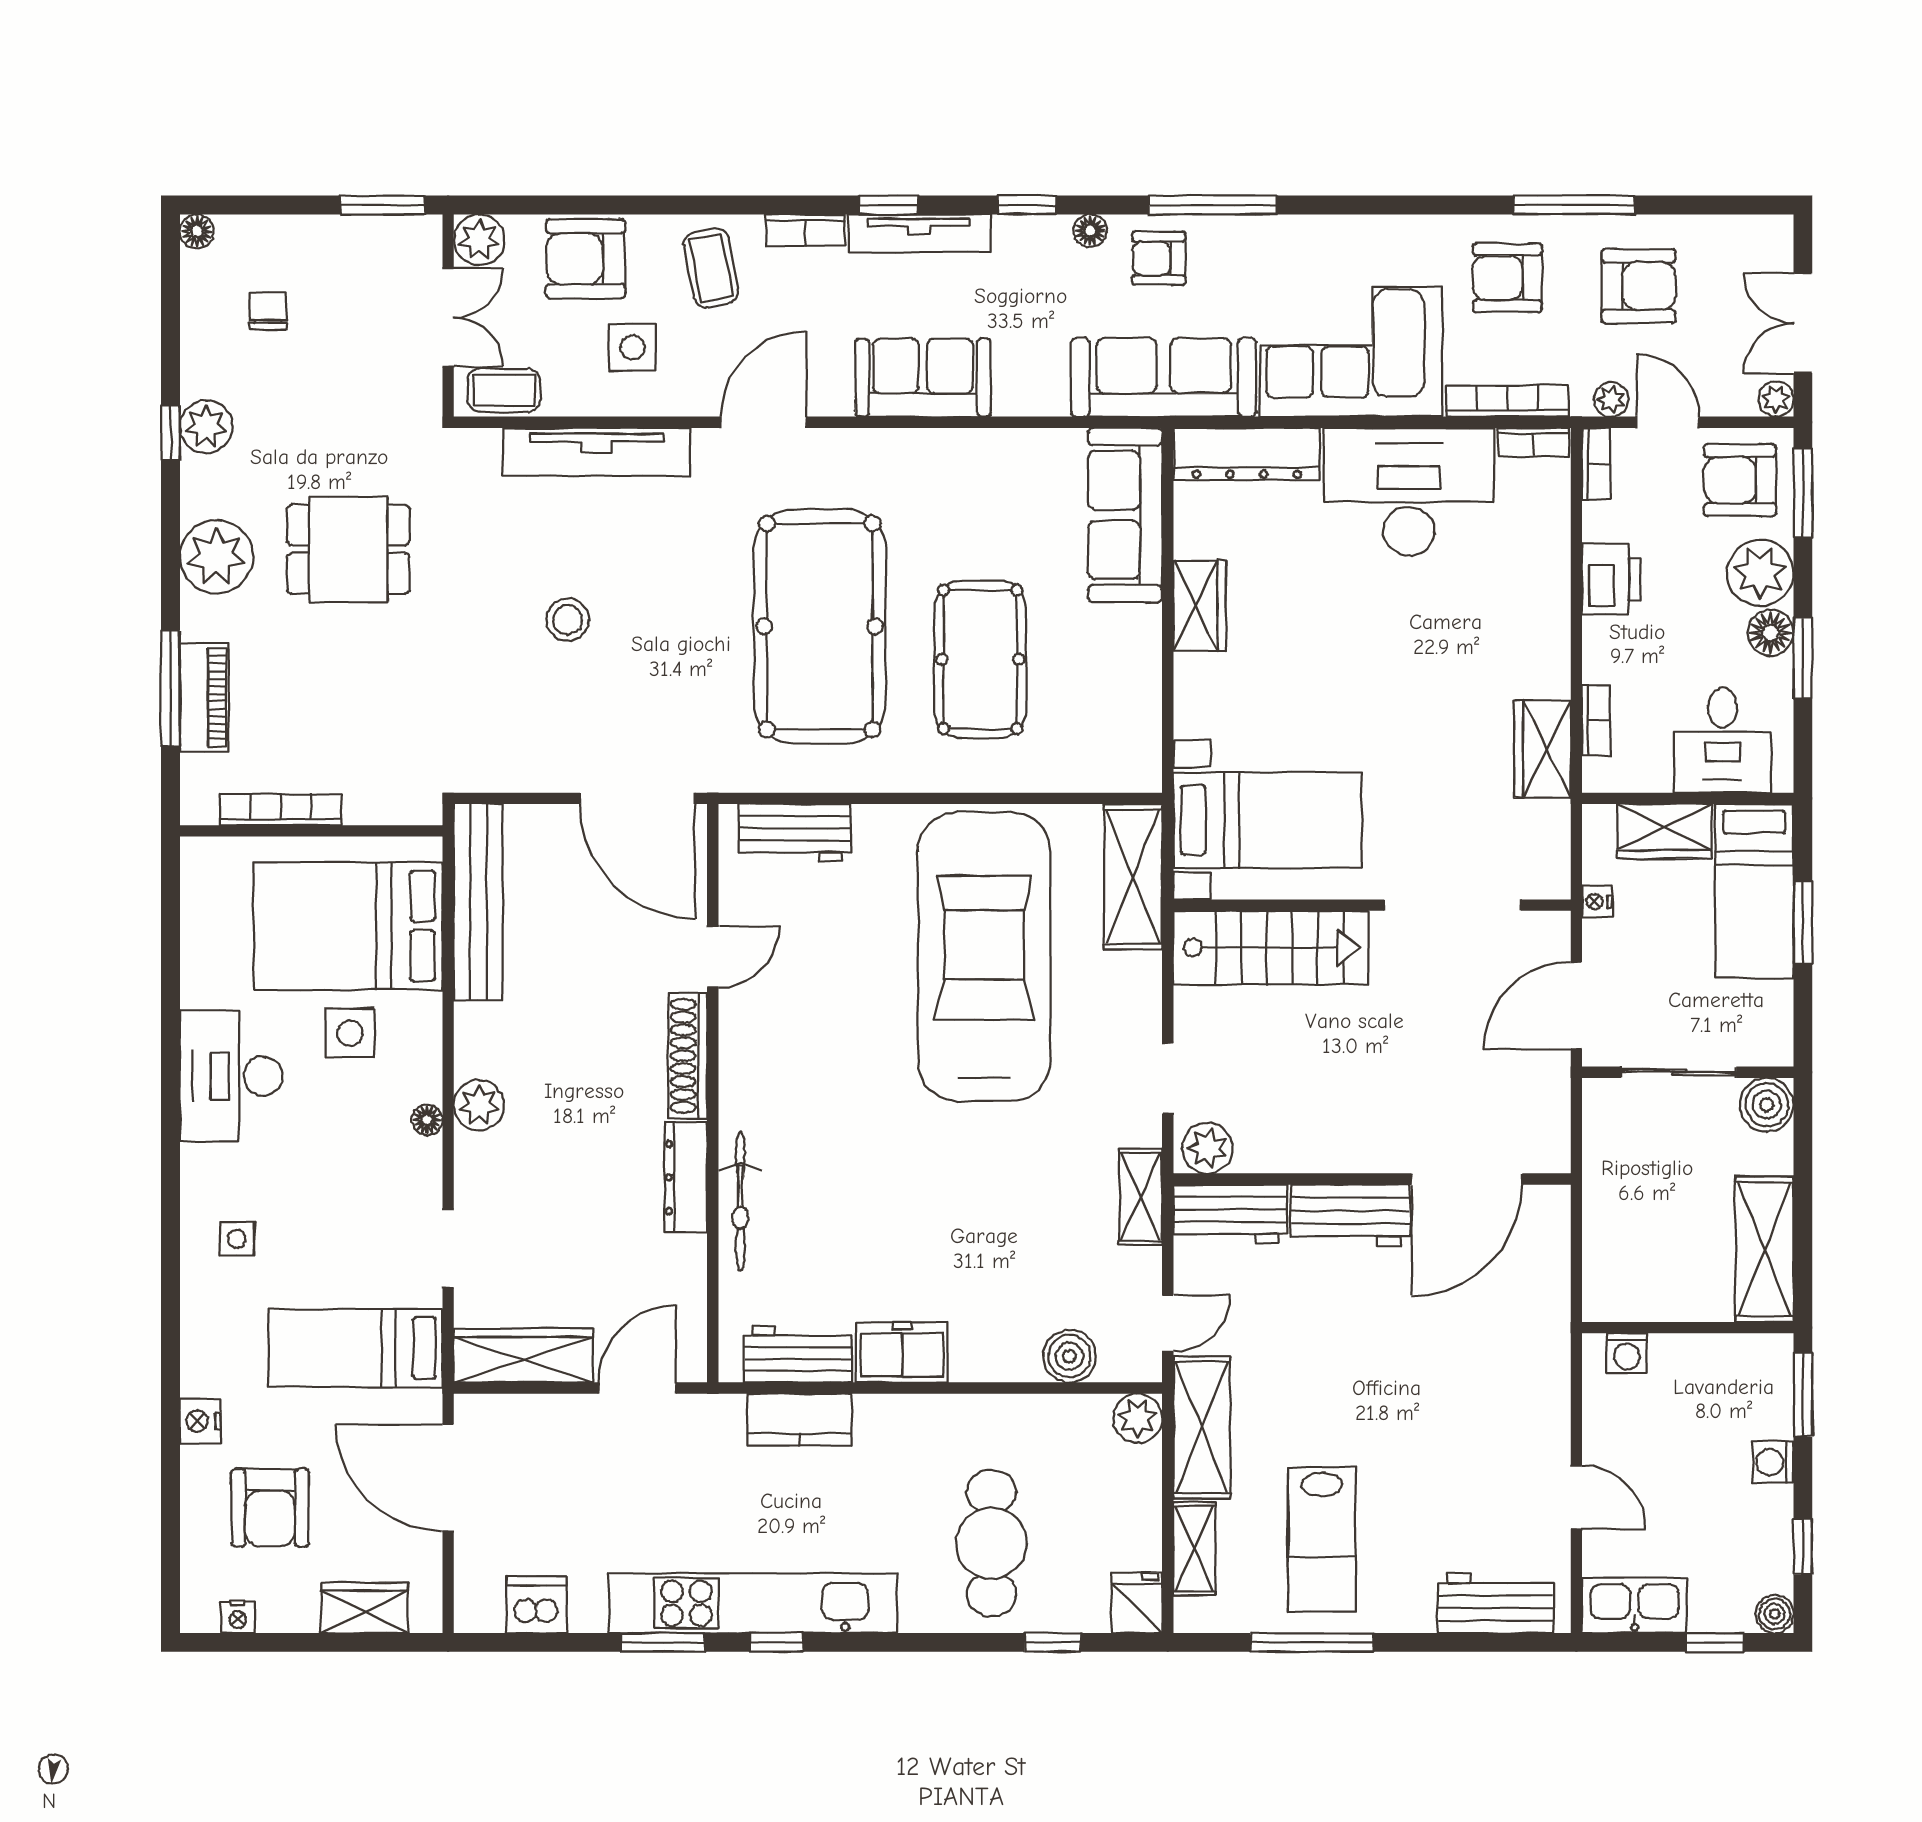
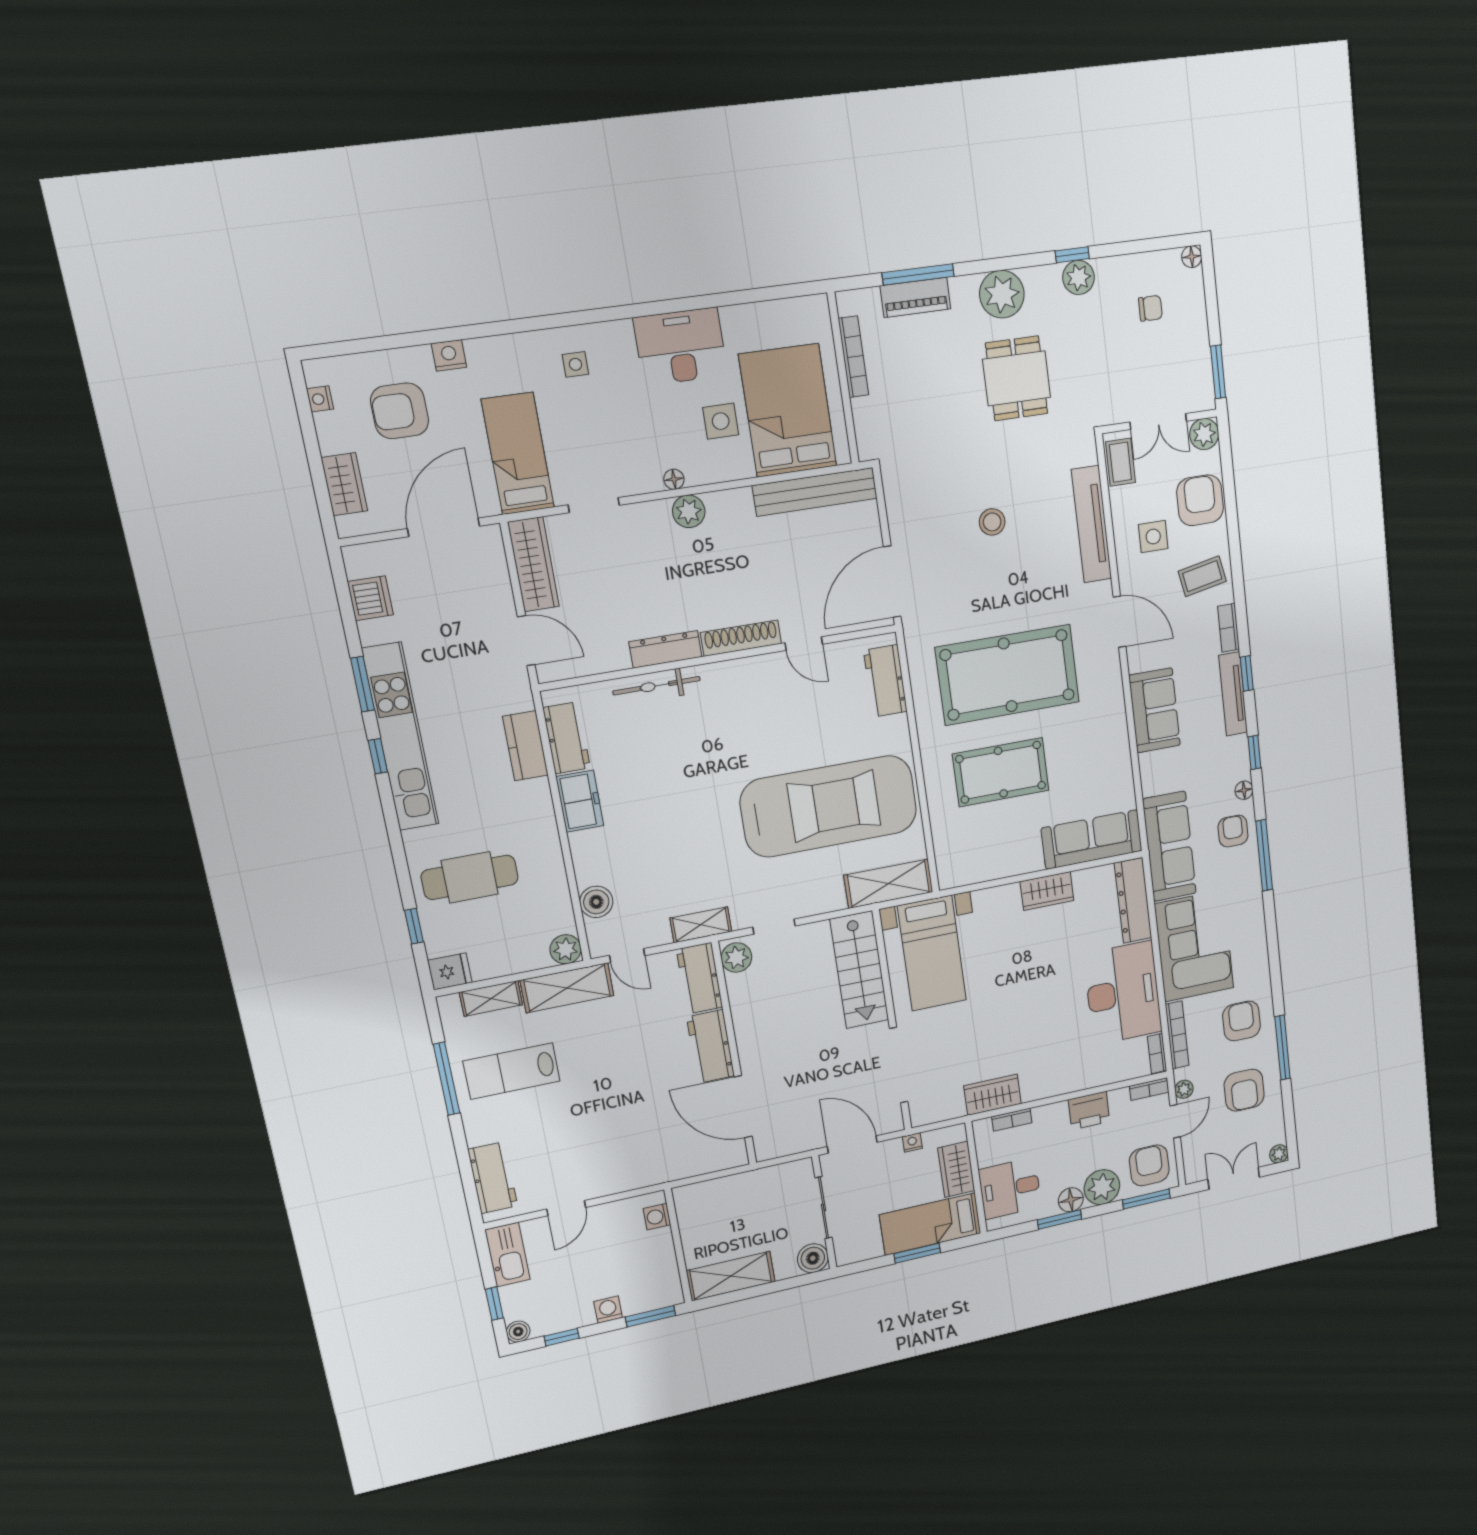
plant: (1776, 399) -> (1279, 1154), moved

